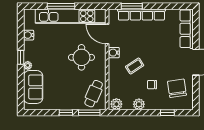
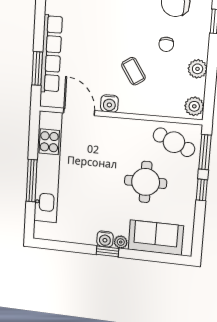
door: (107, 34) -> (79, 112), swing flipped
water cooler: (29, 35) -> (105, 239), moved
round table: (81, 57) -> (146, 182), moved

